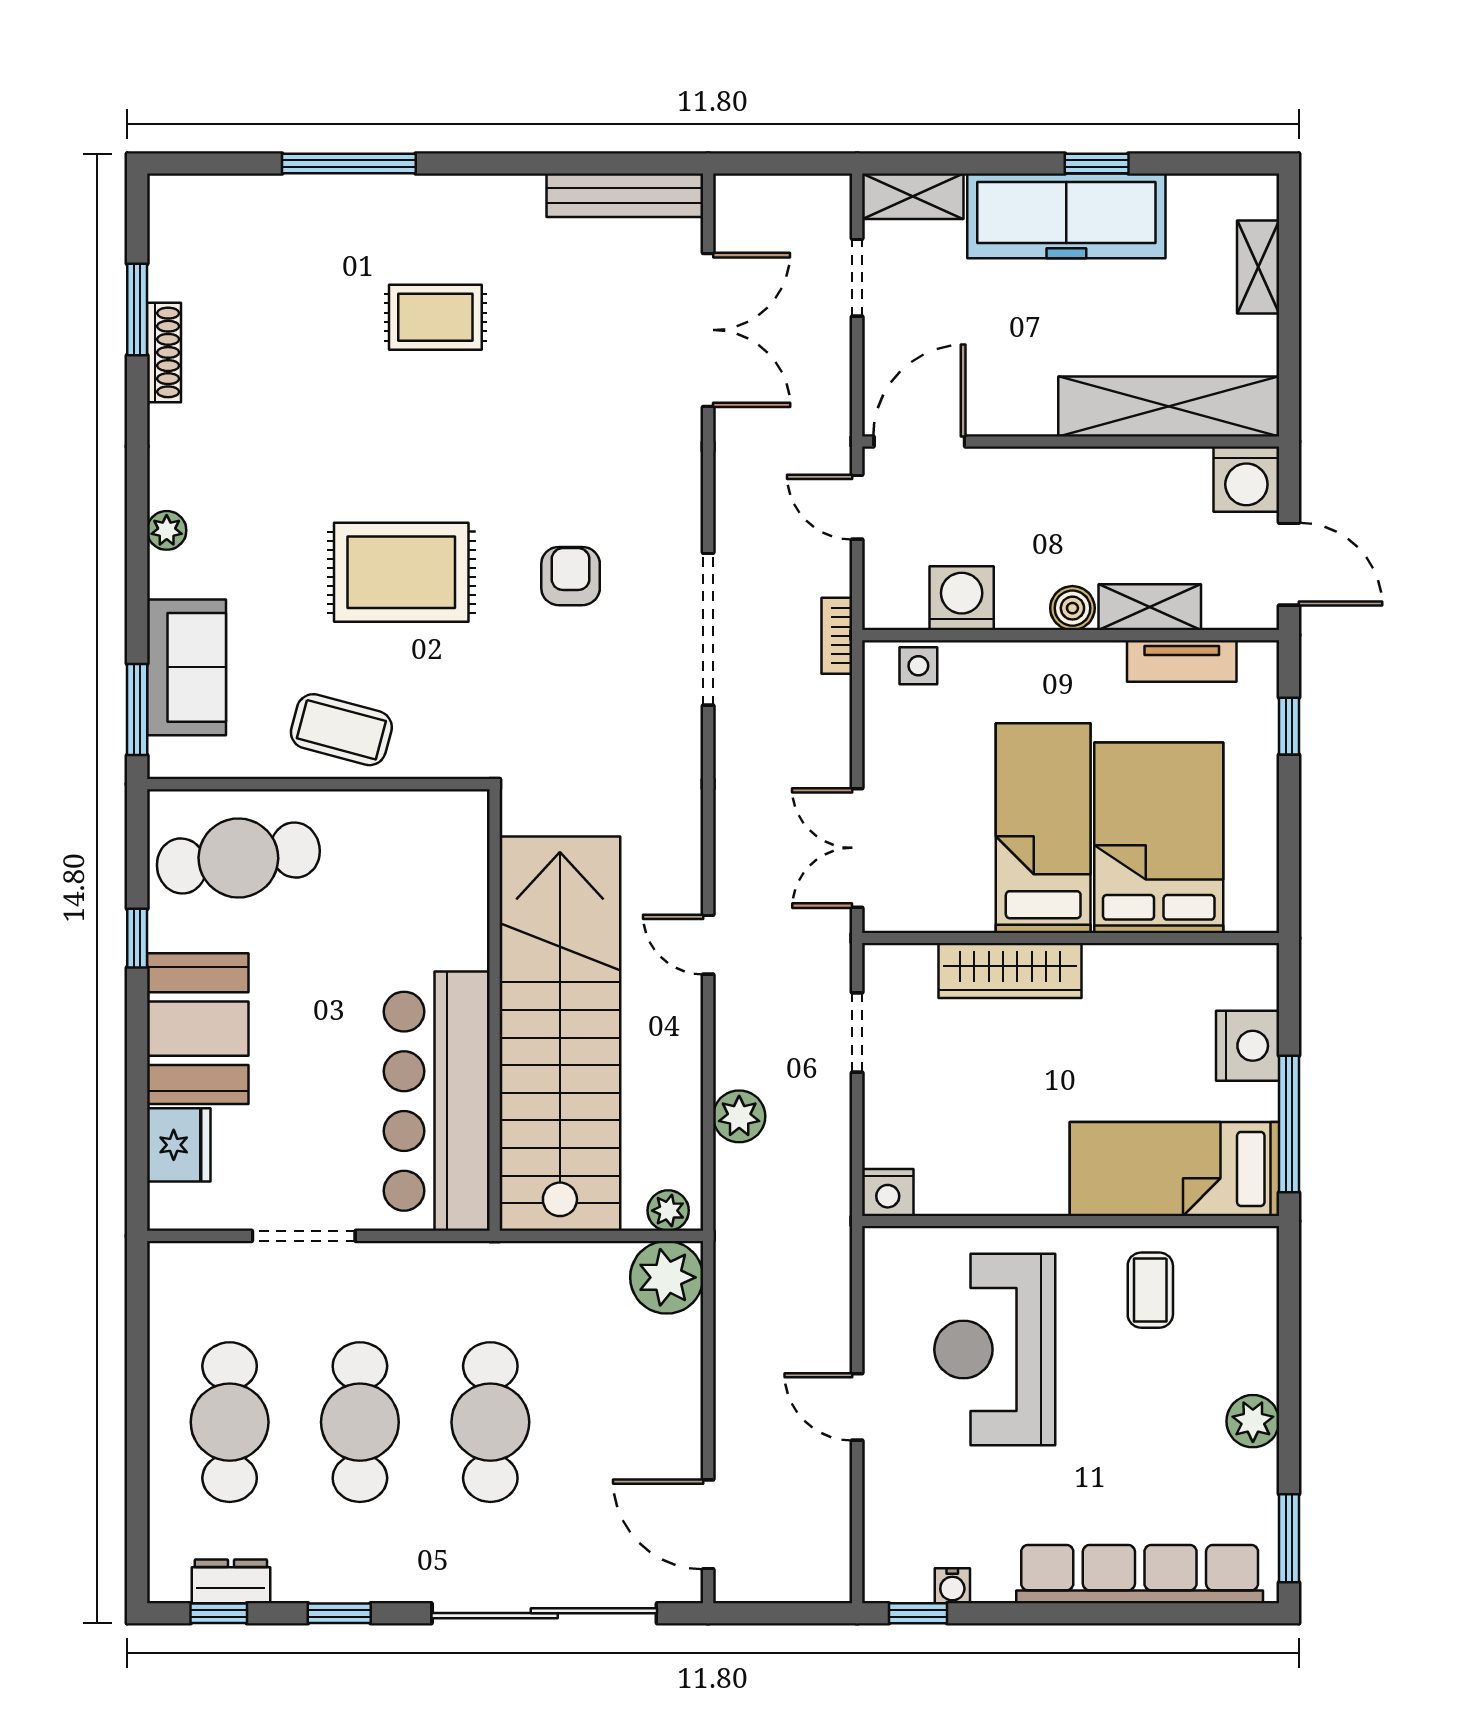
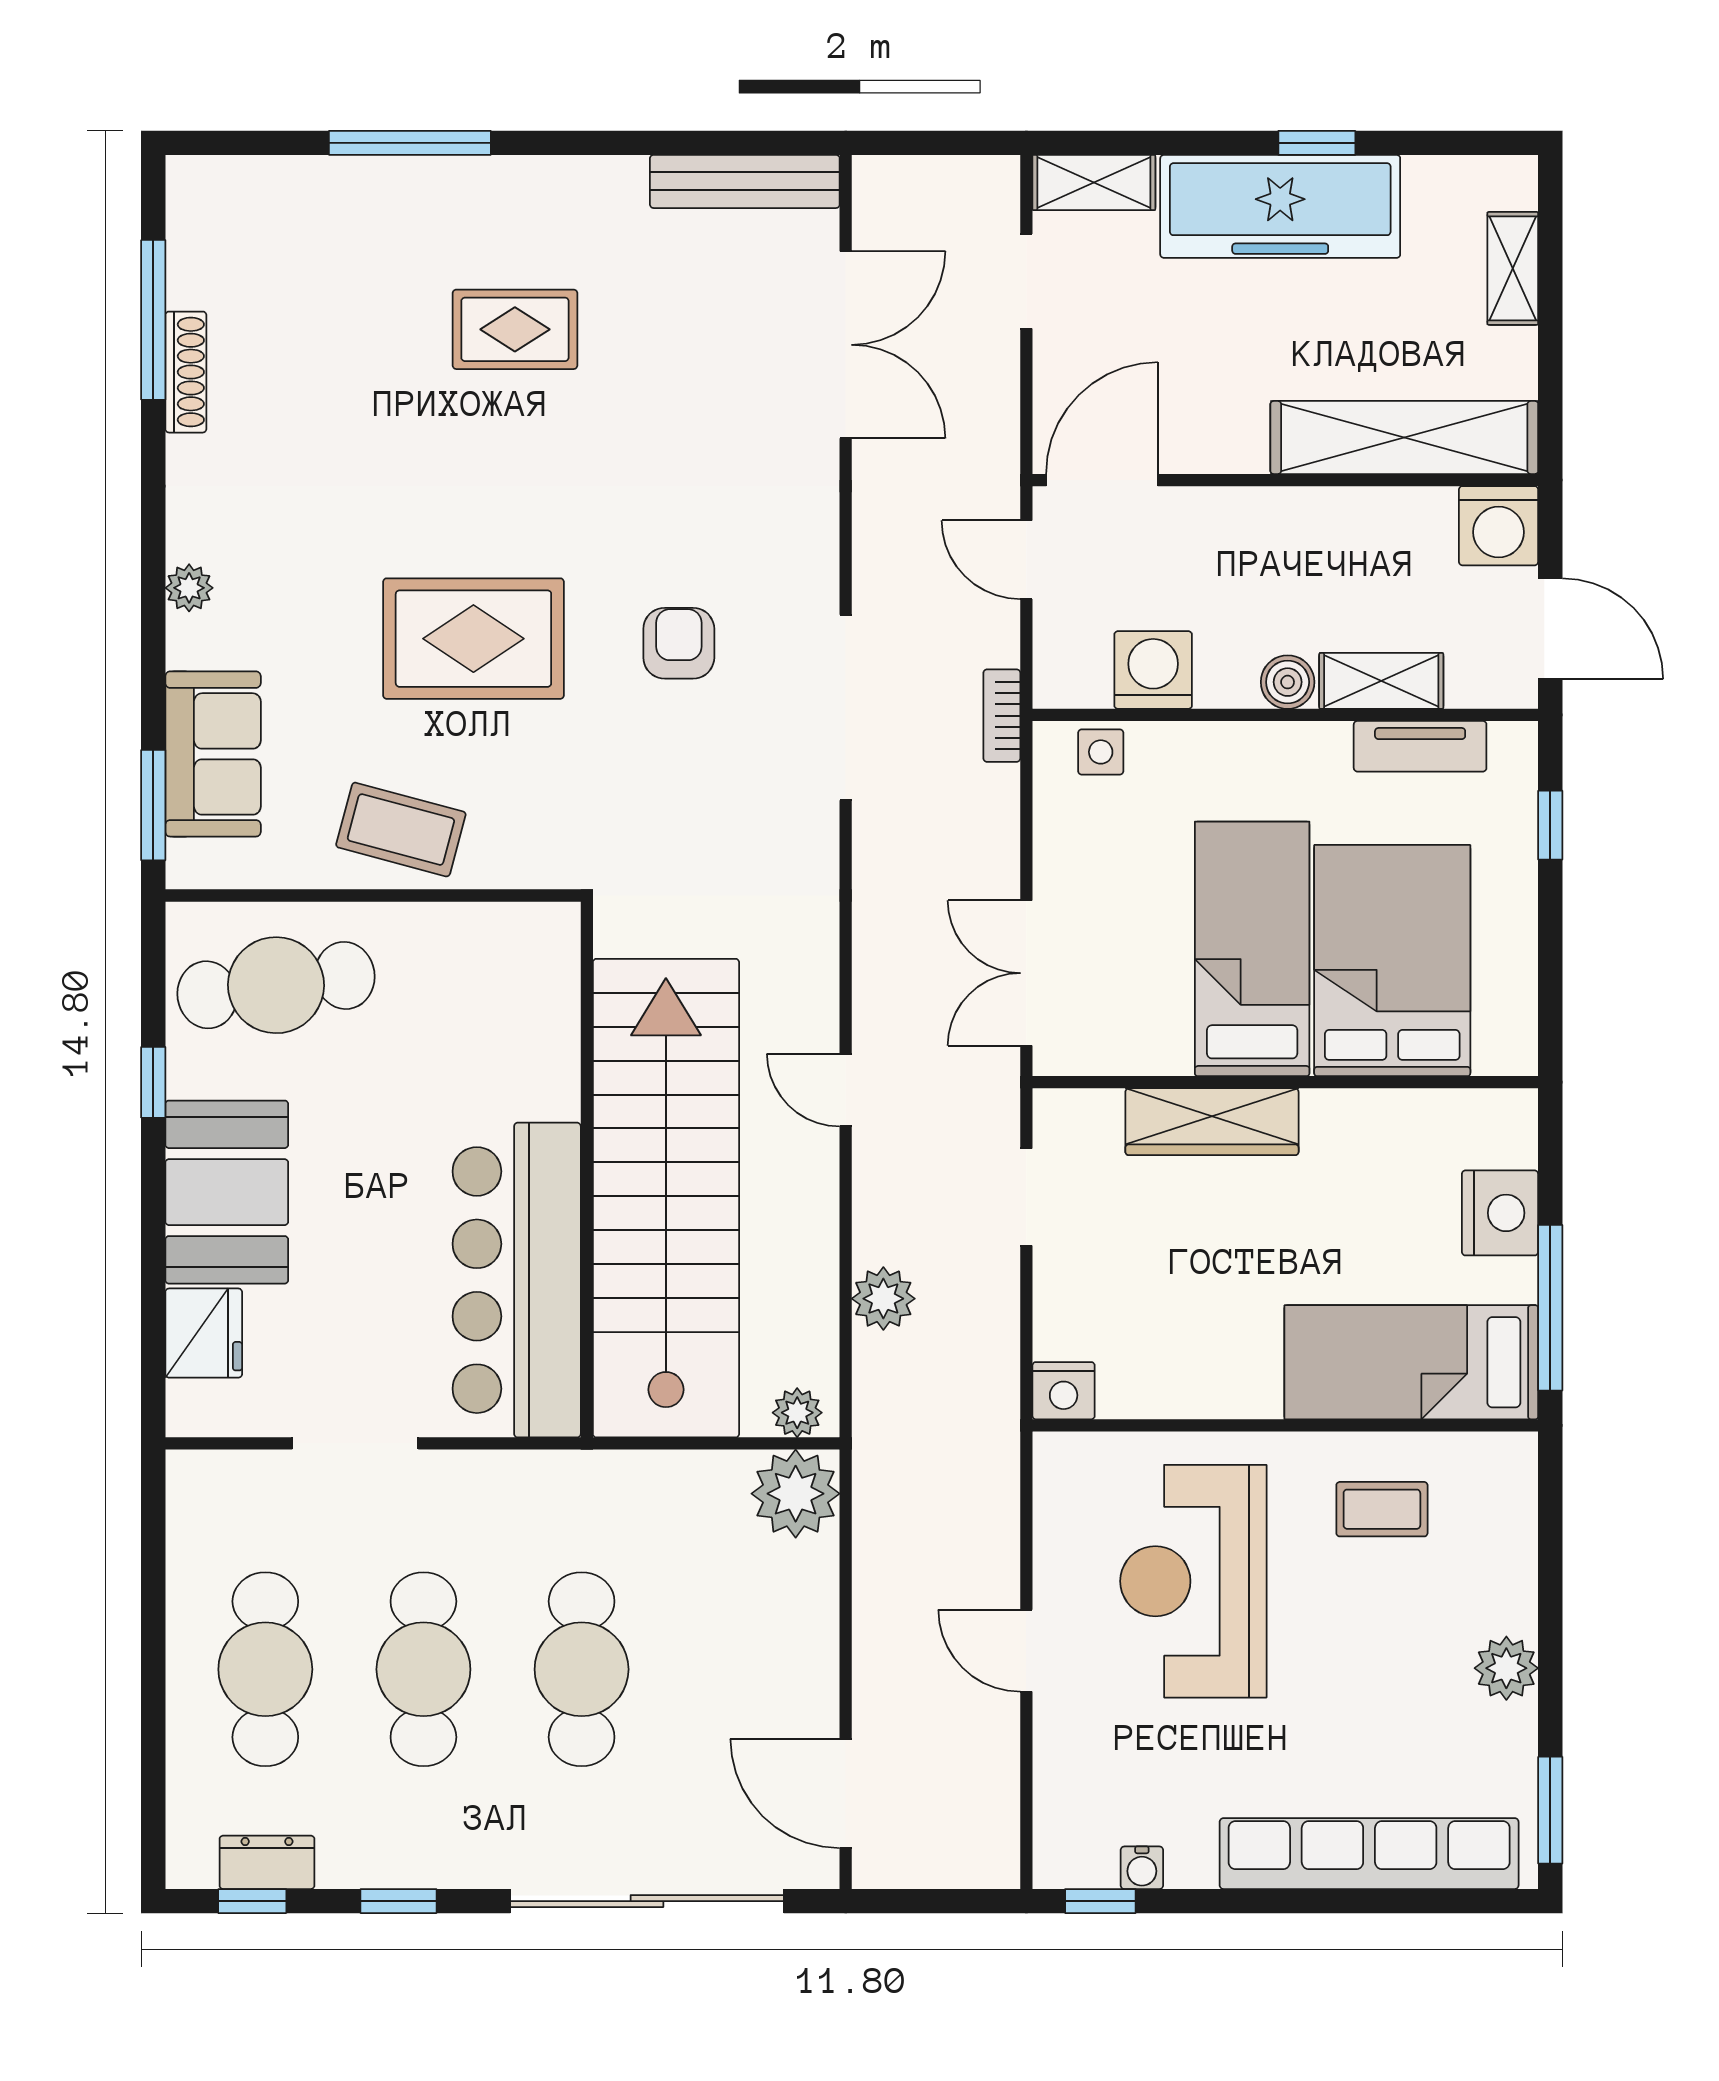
window: (137, 309) -> (153, 320), width x1.44
coffee table: (1150, 1290) -> (1382, 1509), turned 90

